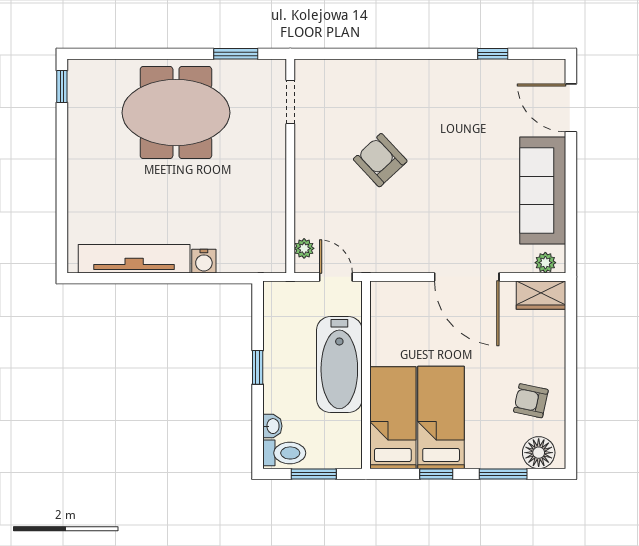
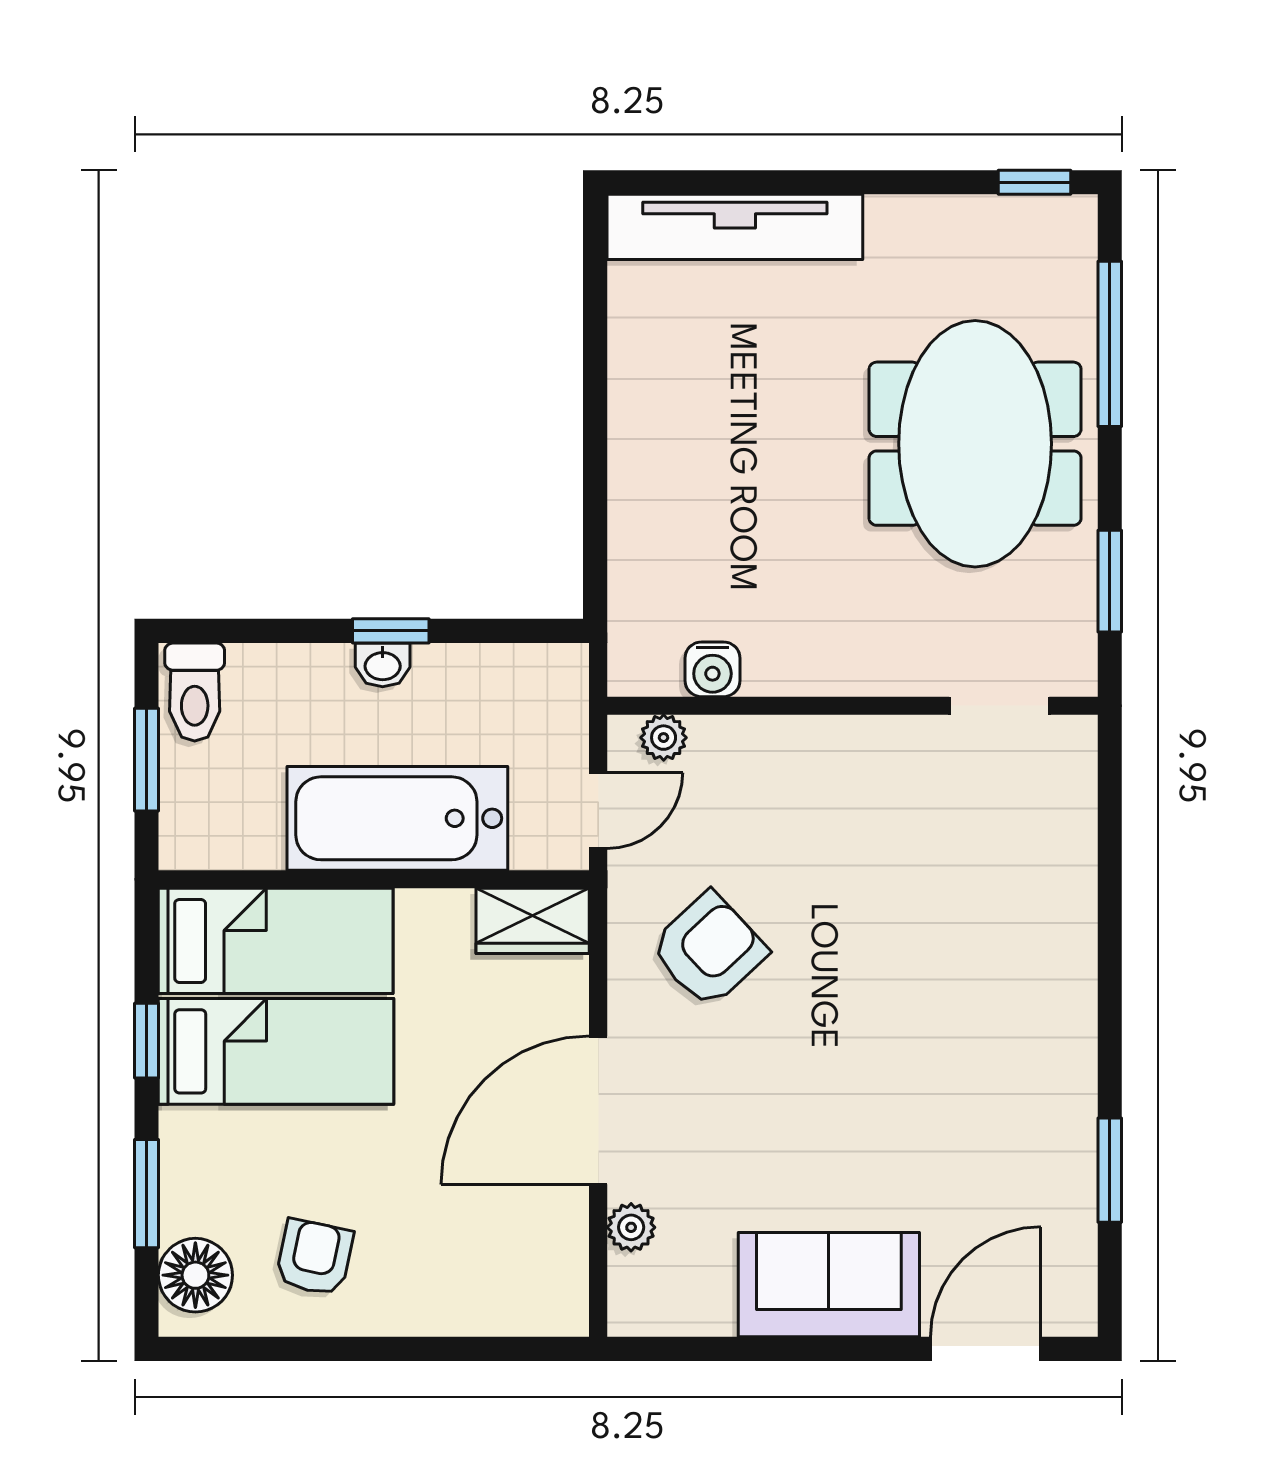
window: (132, 54) -> (1110, 344), added
window: (493, 54) -> (1110, 1170), width x1.50
armchair: (380, 160) -> (709, 950), moved
sofa: (543, 191) -> (829, 1285), width x0.73
tv unit: (134, 259) -> (735, 227), moved, turned 90
water cooler: (204, 261) -> (712, 669), moved, turned -90
plant: (545, 263) -> (631, 1227), moved
wardrobe: (541, 295) -> (533, 921), moved, turned -90
washbasin: (272, 426) -> (383, 665), moved

